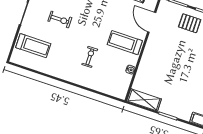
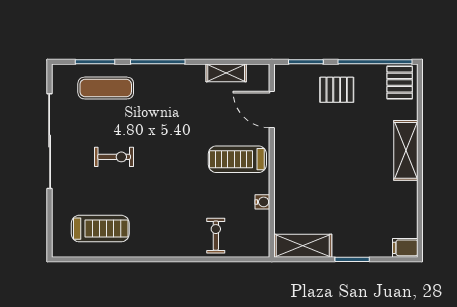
treadmill: (33, 46) -> (100, 229), moved
exercise bike: (90, 57) -> (216, 236), moved

